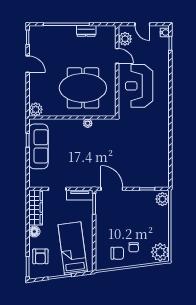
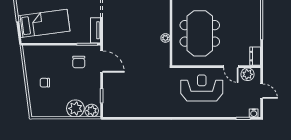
door: (142, 24) -> (262, 91), swing flipped
dresser: (86, 31) -> (255, 56), moved
door: (117, 56) -> (231, 67), hinge flipped
door: (112, 189) -> (102, 62), hinge flipped
plant: (160, 252) -> (75, 108), moved
chair: (117, 253) -> (79, 62), moved

